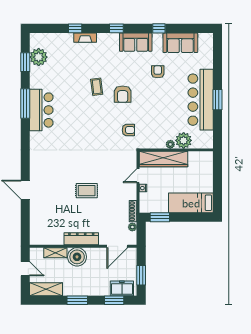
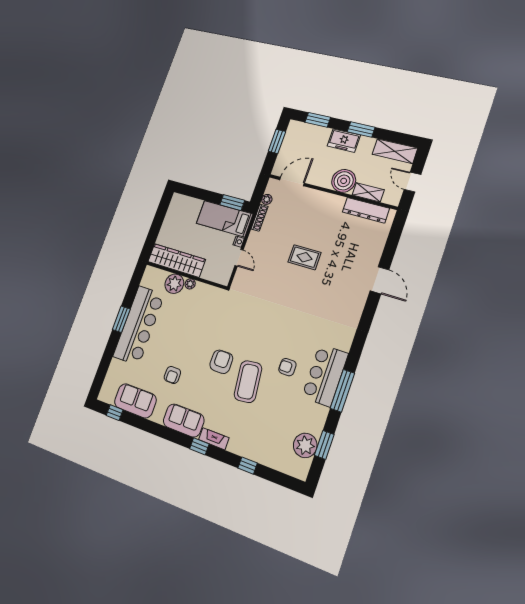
window: (159, 28) -> (115, 413), moved
fireplace: (85, 38) -> (214, 439), moved
coffee table: (97, 87) -> (248, 382), width x1.86, depth x1.72
armchair: (128, 130) -> (287, 367), moved
wardrobe: (163, 159) -> (176, 260), moved
door: (138, 176) -> (239, 258), hinge flipped
bed: (191, 203) -> (224, 219), moved, turned 180
dresser: (81, 239) -> (366, 210), moved
freezer: (122, 288) -> (344, 141), moved

